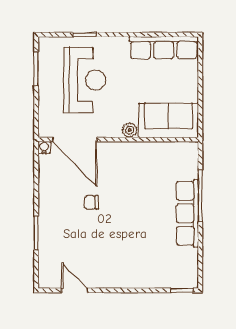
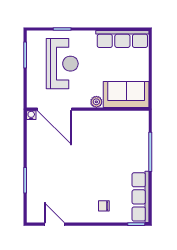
chair: (91, 202) -> (104, 206), moved
row of seats: (188, 213) -> (141, 197), moved

